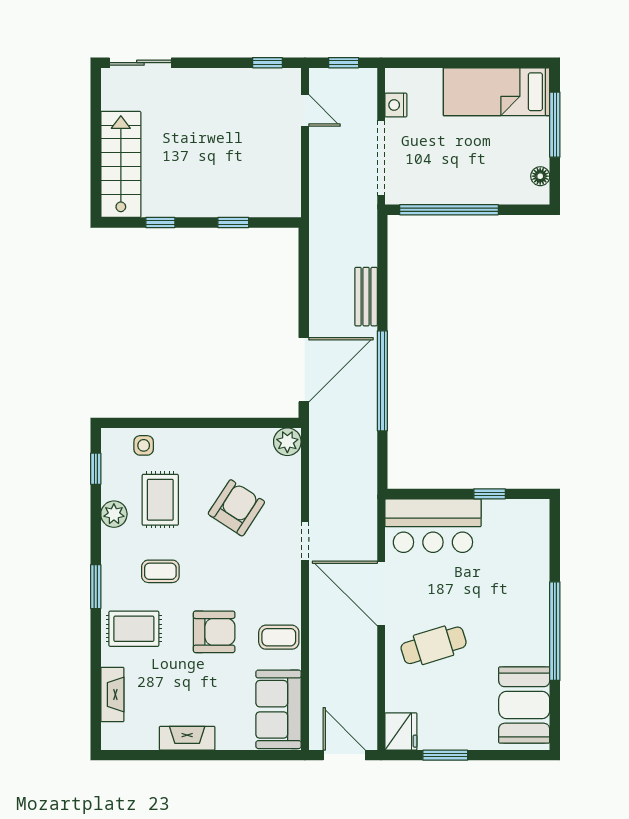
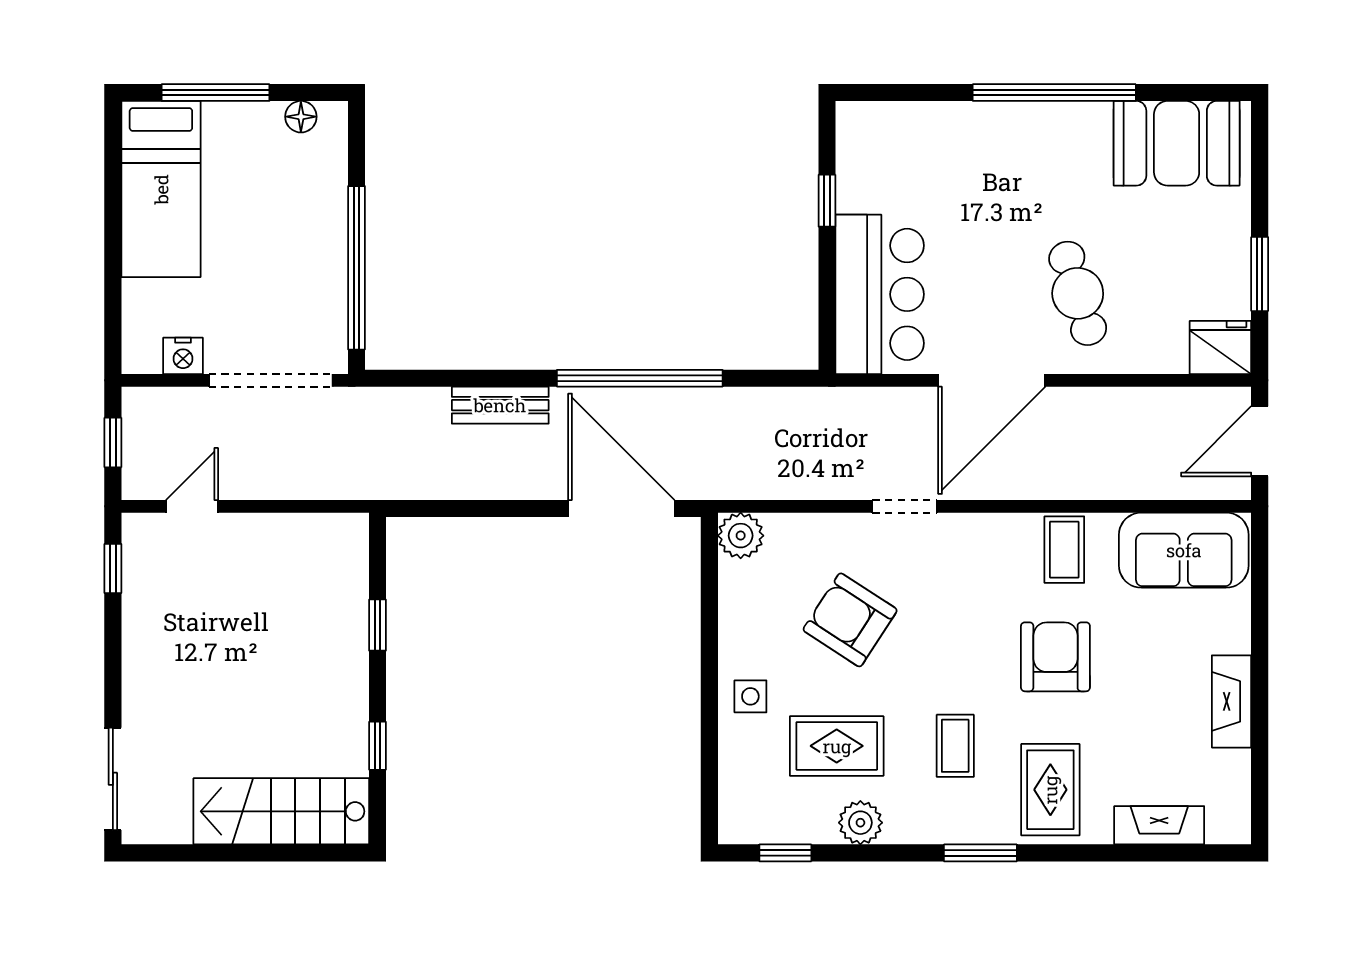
side table: (144, 445) -> (750, 696), moved

